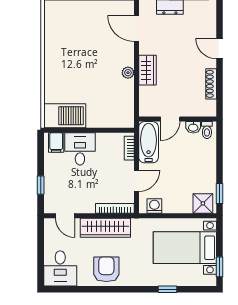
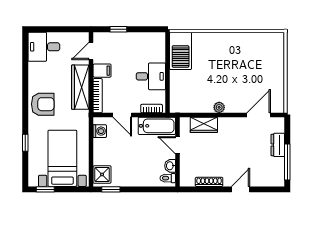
wardrobe: (147, 70) -> (204, 125), moved
filing cabinet: (56, 142) -> (102, 71), moved, turned 180
desk: (80, 149) -> (151, 76), moved
armchair: (106, 269) -> (43, 104), moved

